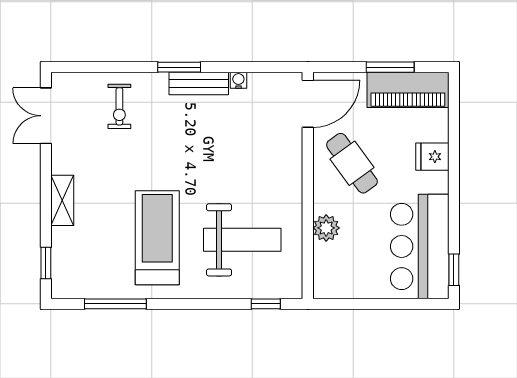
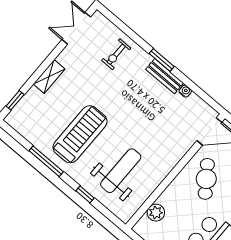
plant: (326, 228) -> (156, 213), moved
weight bench: (242, 240) -> (121, 171), turned -90
window: (115, 304) -> (46, 161), moved
window: (266, 304) -> (85, 194), moved

